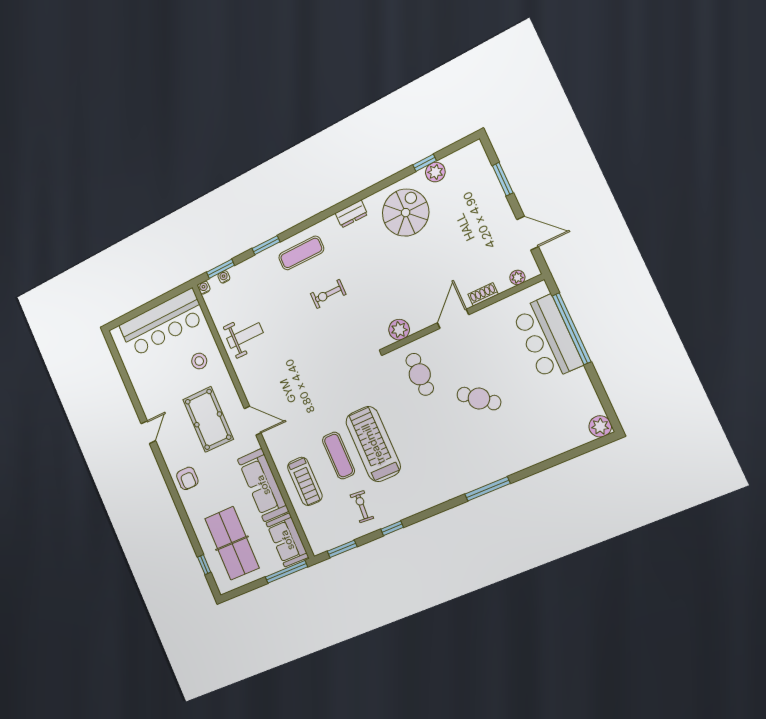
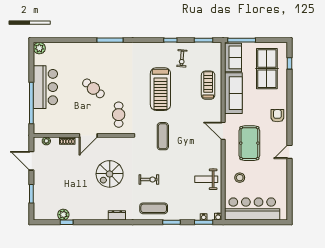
spiral stairs: (406, 213) -> (110, 174), moved
plant: (399, 330) -> (119, 143), removed
bar counter: (547, 338) -> (45, 87), moved
exercise mat: (339, 456) -> (163, 136), moved

